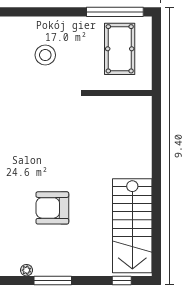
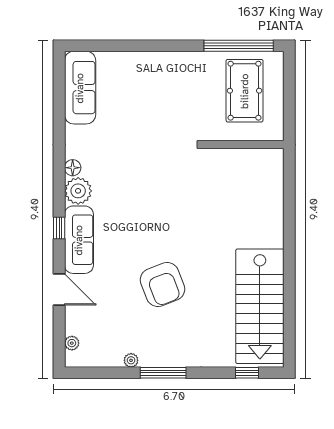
stool: (45, 55) -> (154, 98), removed
armchair: (52, 208) -> (163, 284), turned -111

